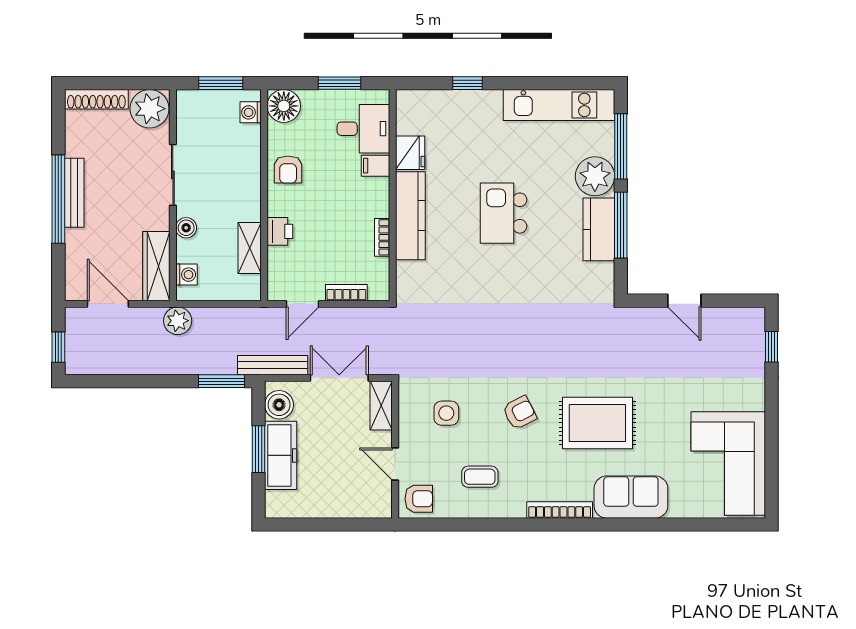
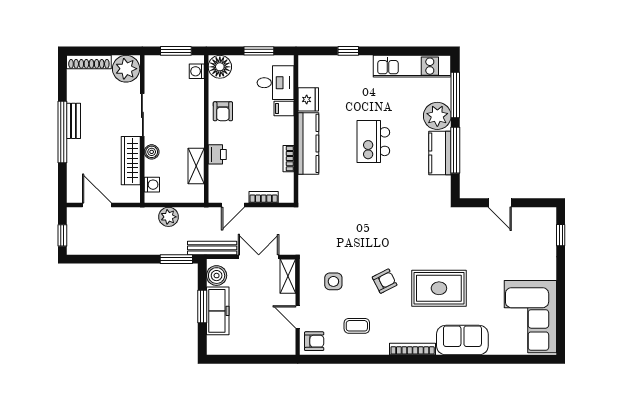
bench: (74, 193) -> (73, 121), width x0.73
wardrobe: (156, 266) -> (131, 161), moved
plant: (178, 321) -> (169, 217), moved

